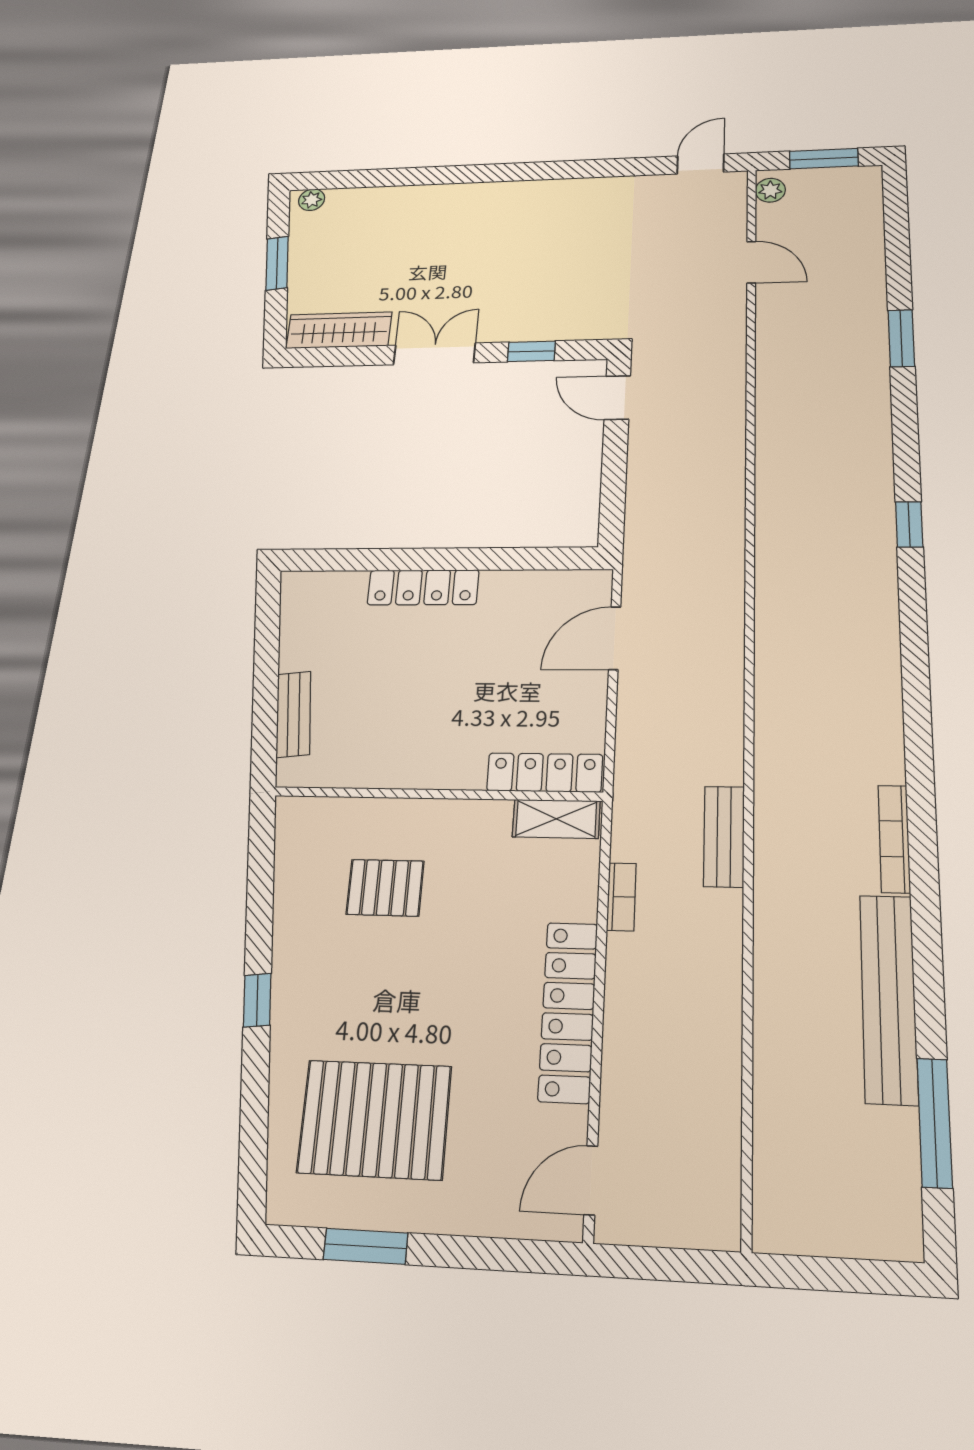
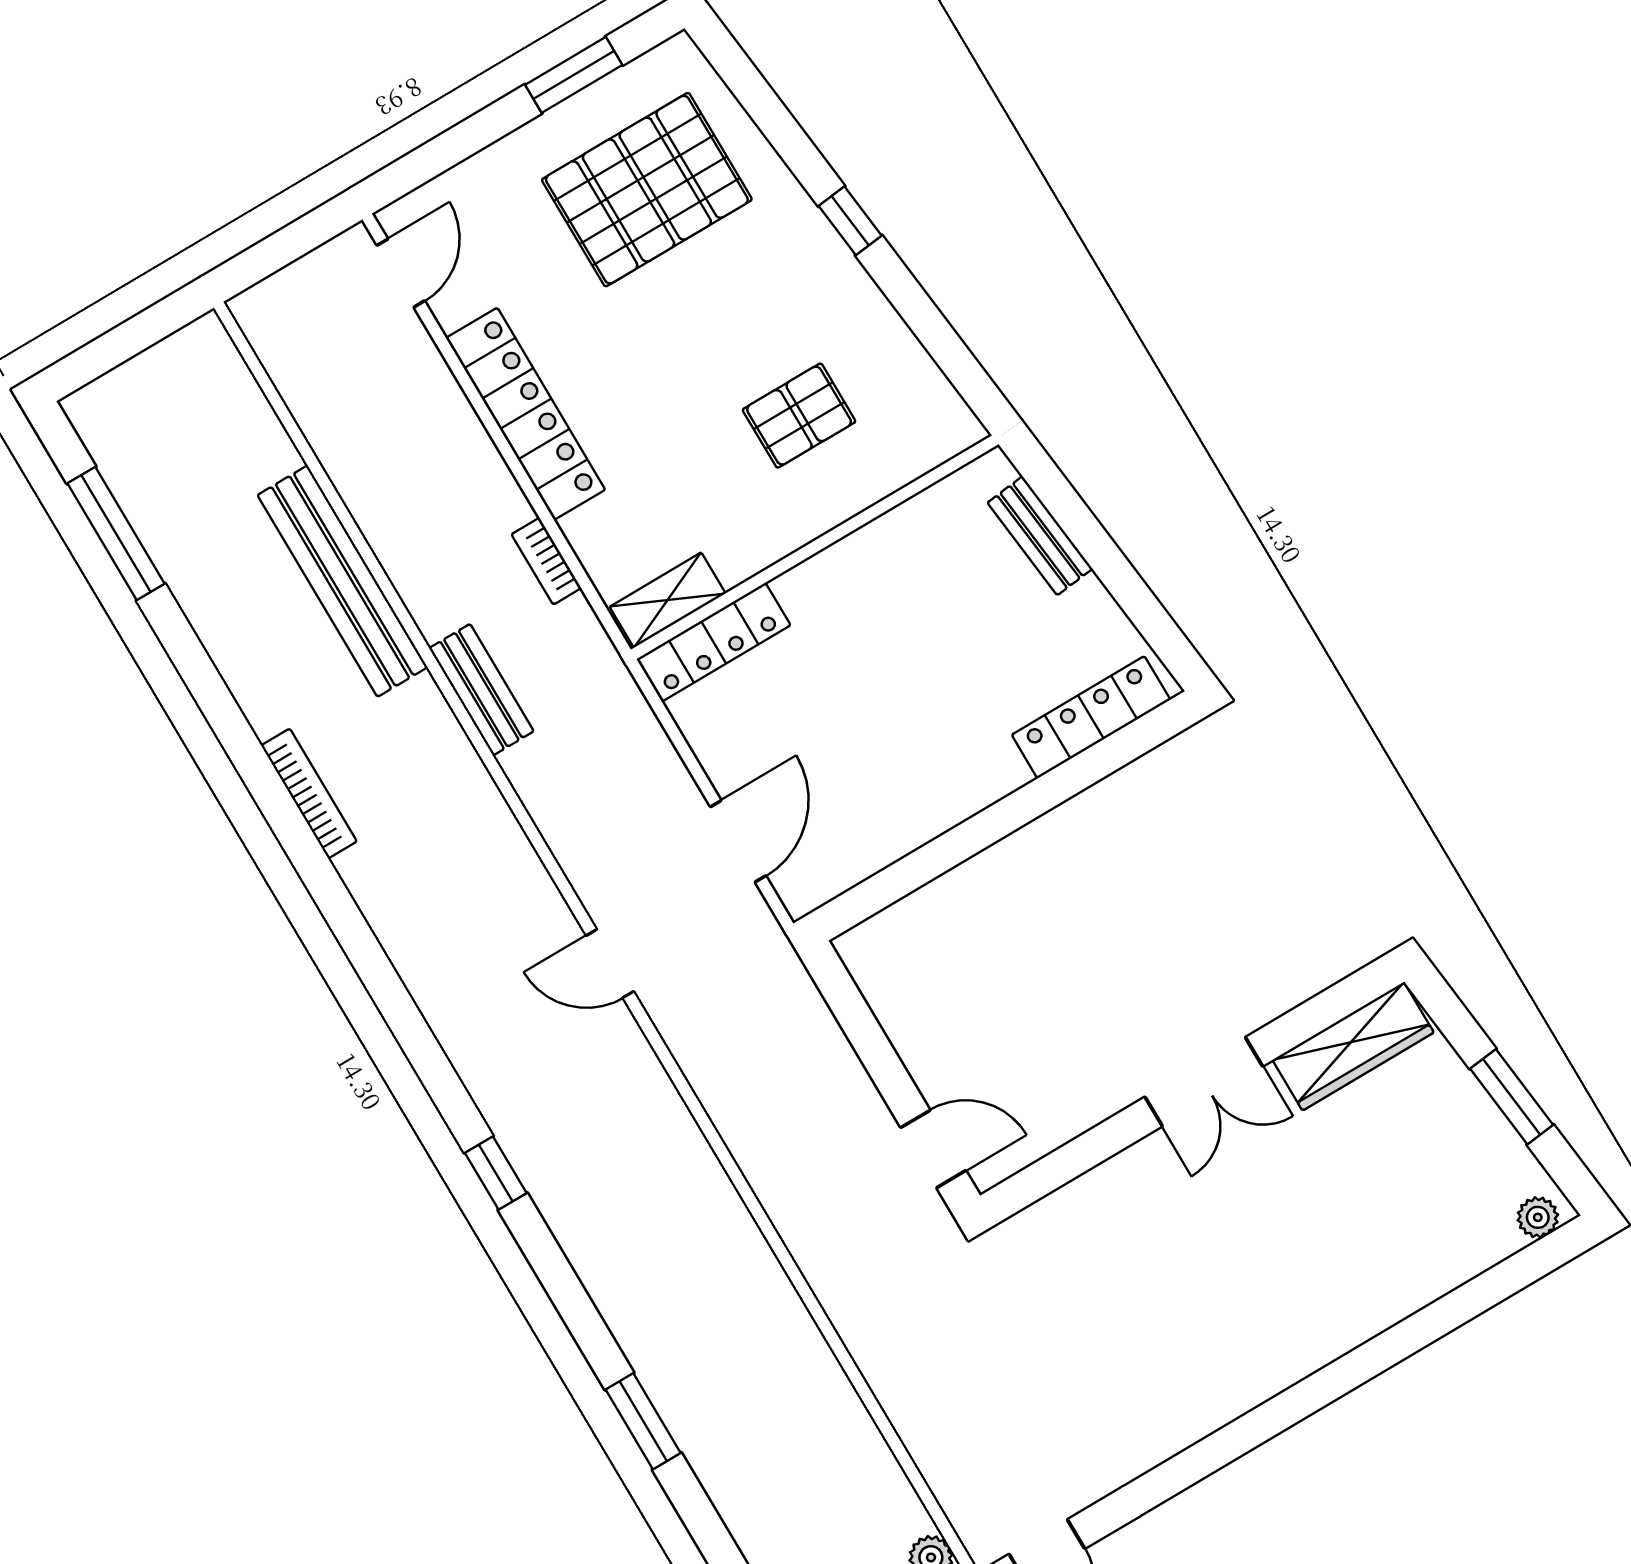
door: (751, 262) -> (610, 964), moved
window: (531, 351) -> (1083, 1154), removed
locker: (423, 587) -> (1091, 717), moved
bench: (889, 998) -> (342, 581), moved

